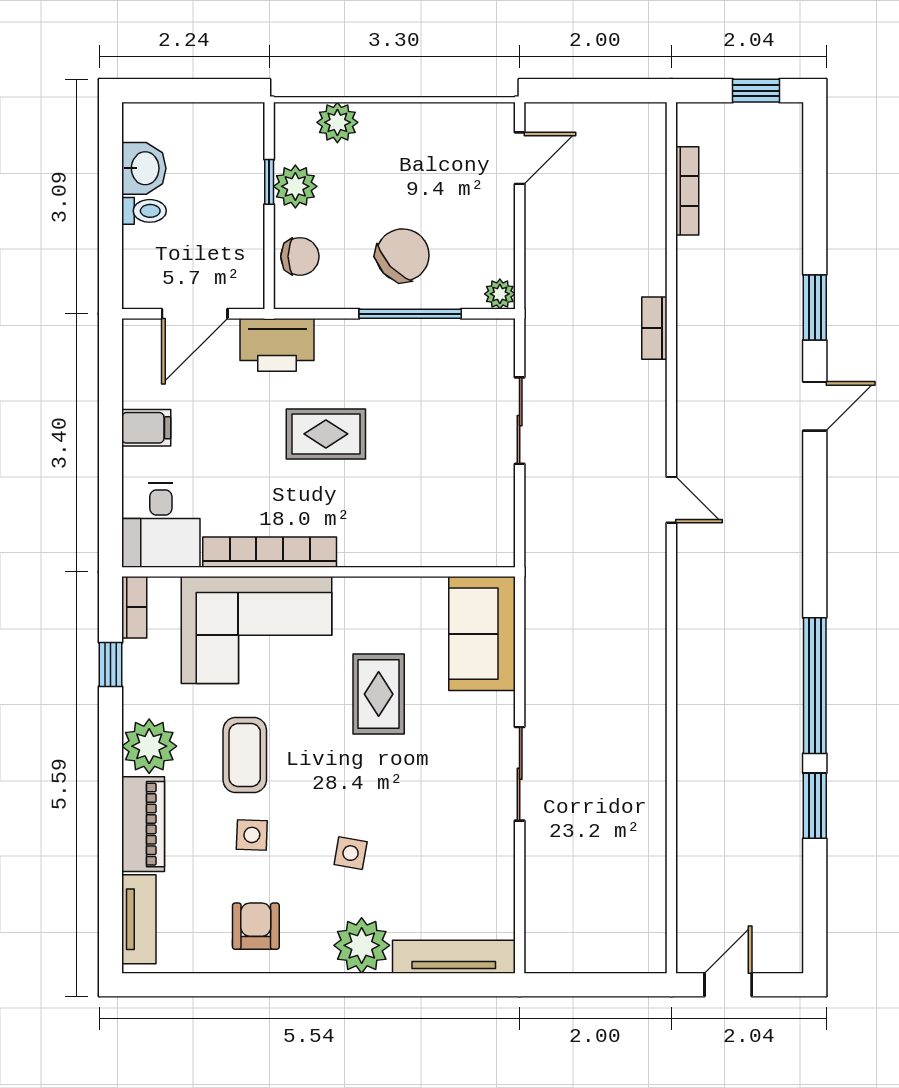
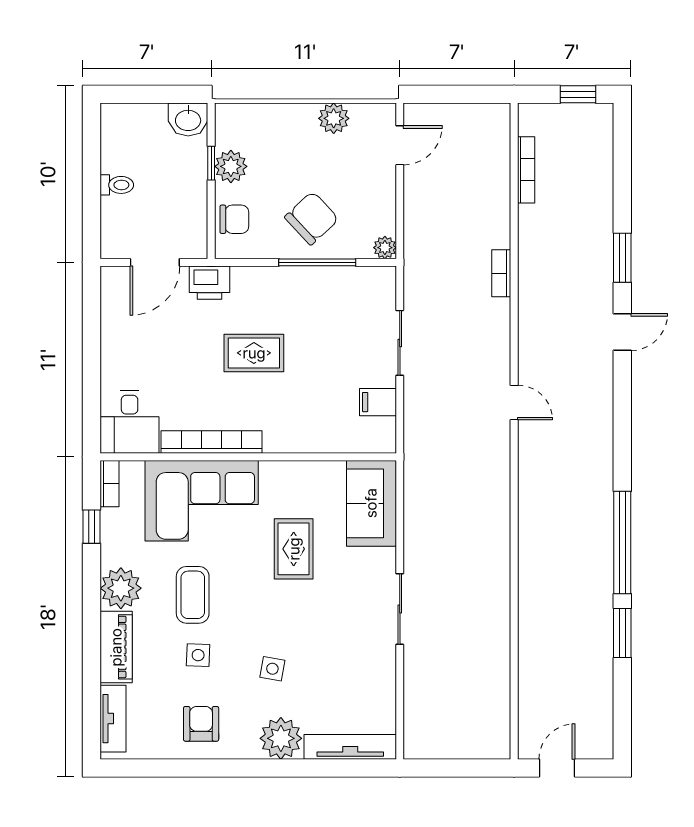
plant: (337, 122) -> (334, 118), moved
washbasin: (144, 168) -> (188, 119), moved, turned 90
printer: (277, 345) -> (209, 283), width x0.73, depth x0.84
filing cabinet: (146, 428) -> (378, 402), moved, turned 180

